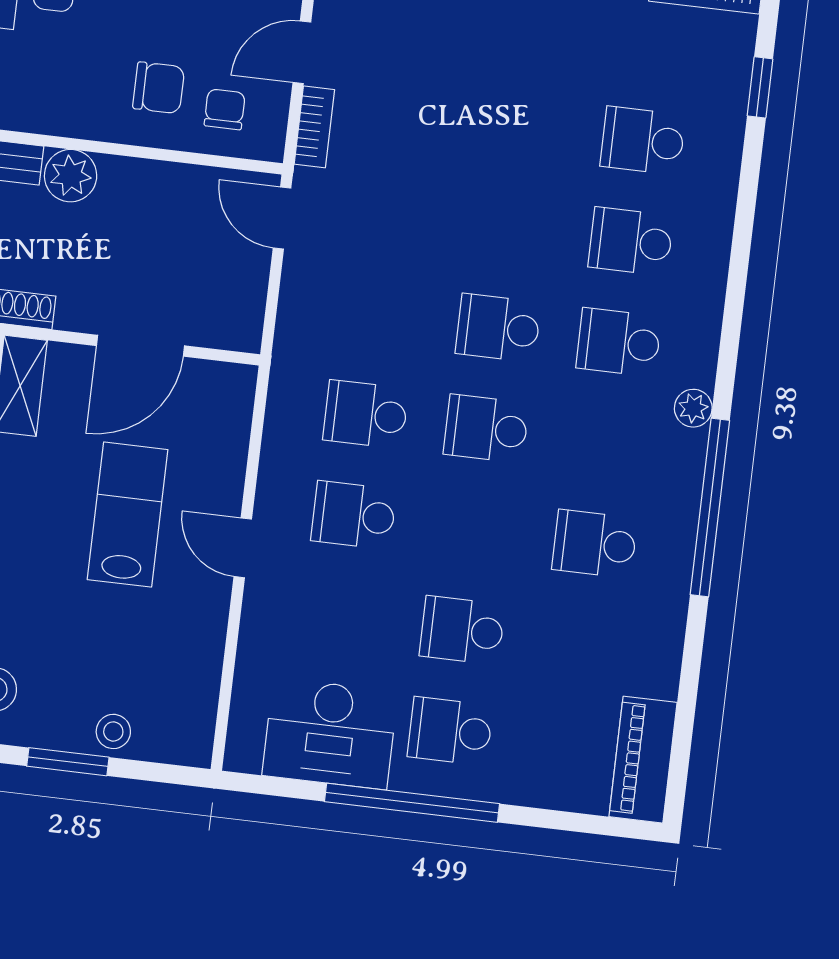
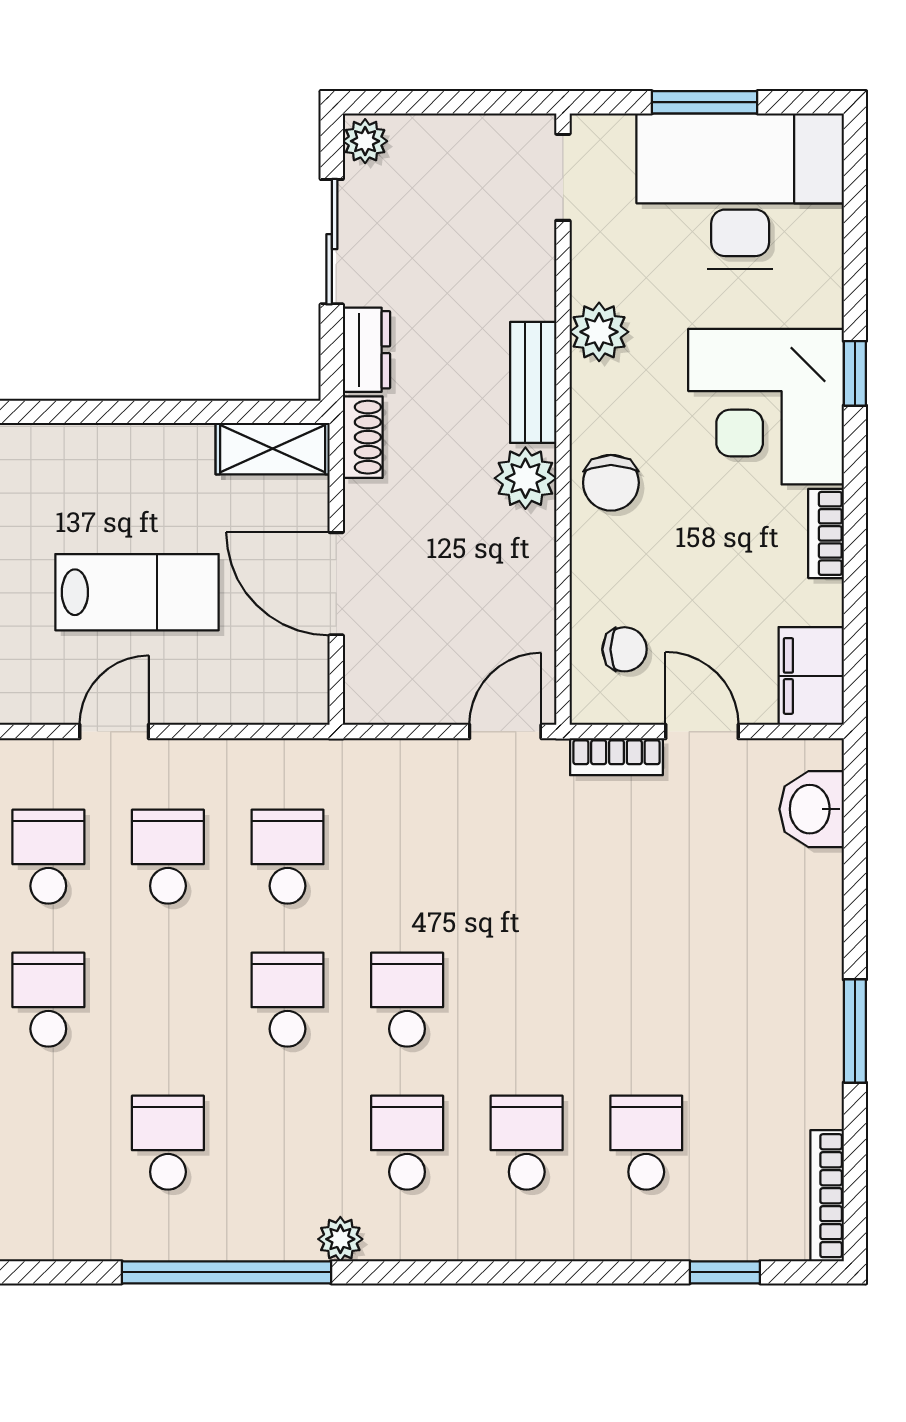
chair: (159, 88) -> (611, 483), moved
school desk: (342, 616) -> (48, 857), added

